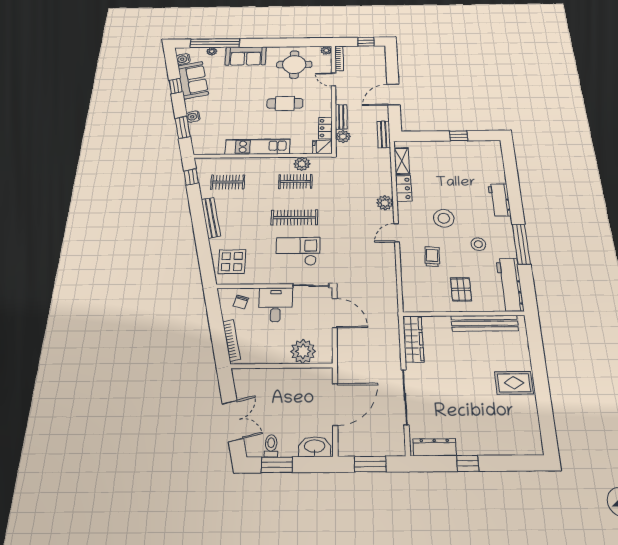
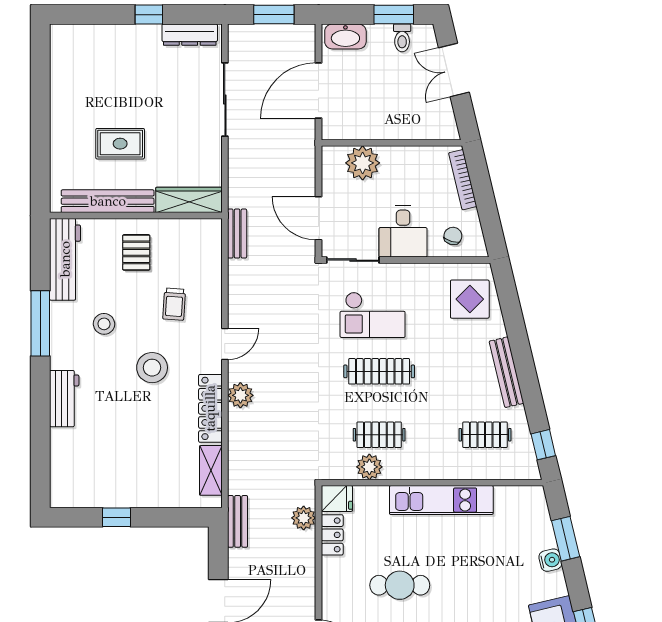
bench: (341, 117) -> (237, 233), moved
locker: (404, 188) -> (210, 408), width x1.53
wardrobe: (413, 339) -> (189, 200), moved, turned 90
rug: (514, 383) -> (120, 144), moved

